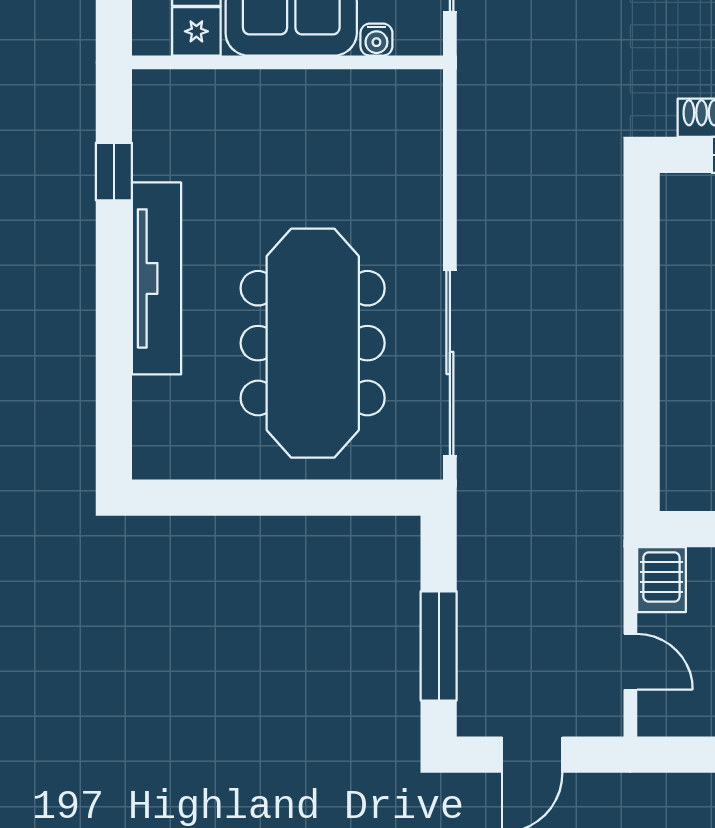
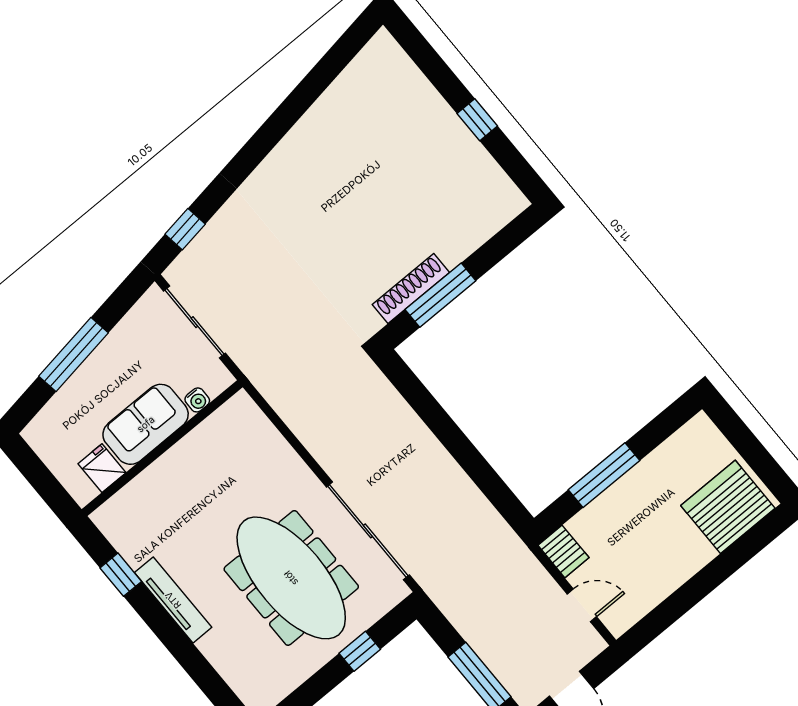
tv unit: (156, 278) -> (173, 600), width x0.73, depth x0.78
window: (322, 498) -> (360, 651), added

